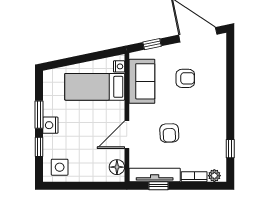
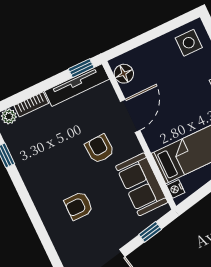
armchair: (185, 78) -> (79, 206), moved
armchair: (169, 133) -> (100, 149), moved
window: (158, 186) -> (81, 68), moved

